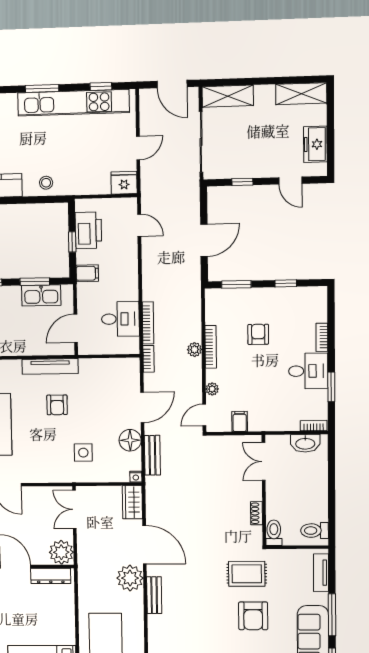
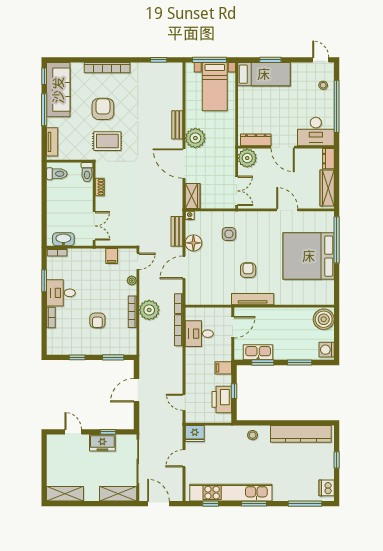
freezer: (315, 144) -> (102, 443), moved, turned 90
plant: (195, 350) -> (149, 310), width x1.87, depth x1.87

